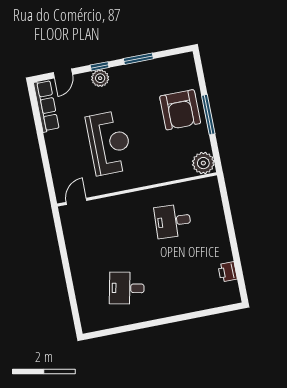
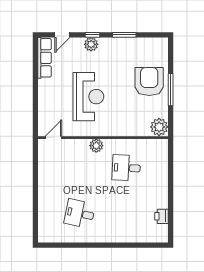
armchair: (180, 110) -> (149, 81), turned 180
plant: (131, 201) -> (96, 146), added

